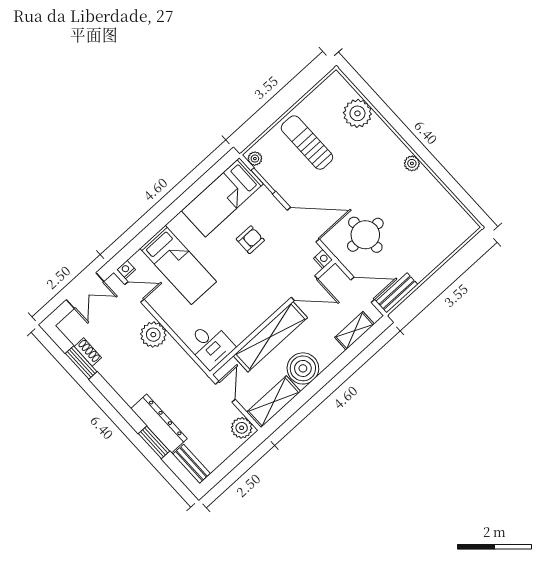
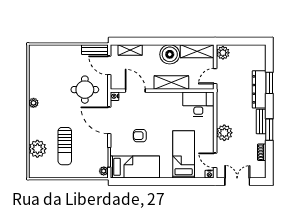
sun lounger: (307, 143) -> (65, 146), moved
shelving: (270, 337) -> (171, 83), width x0.68
desk: (210, 345) -> (198, 104), width x1.37
window: (81, 363) -> (269, 130), moved
bench: (191, 464) -> (261, 122), moved

